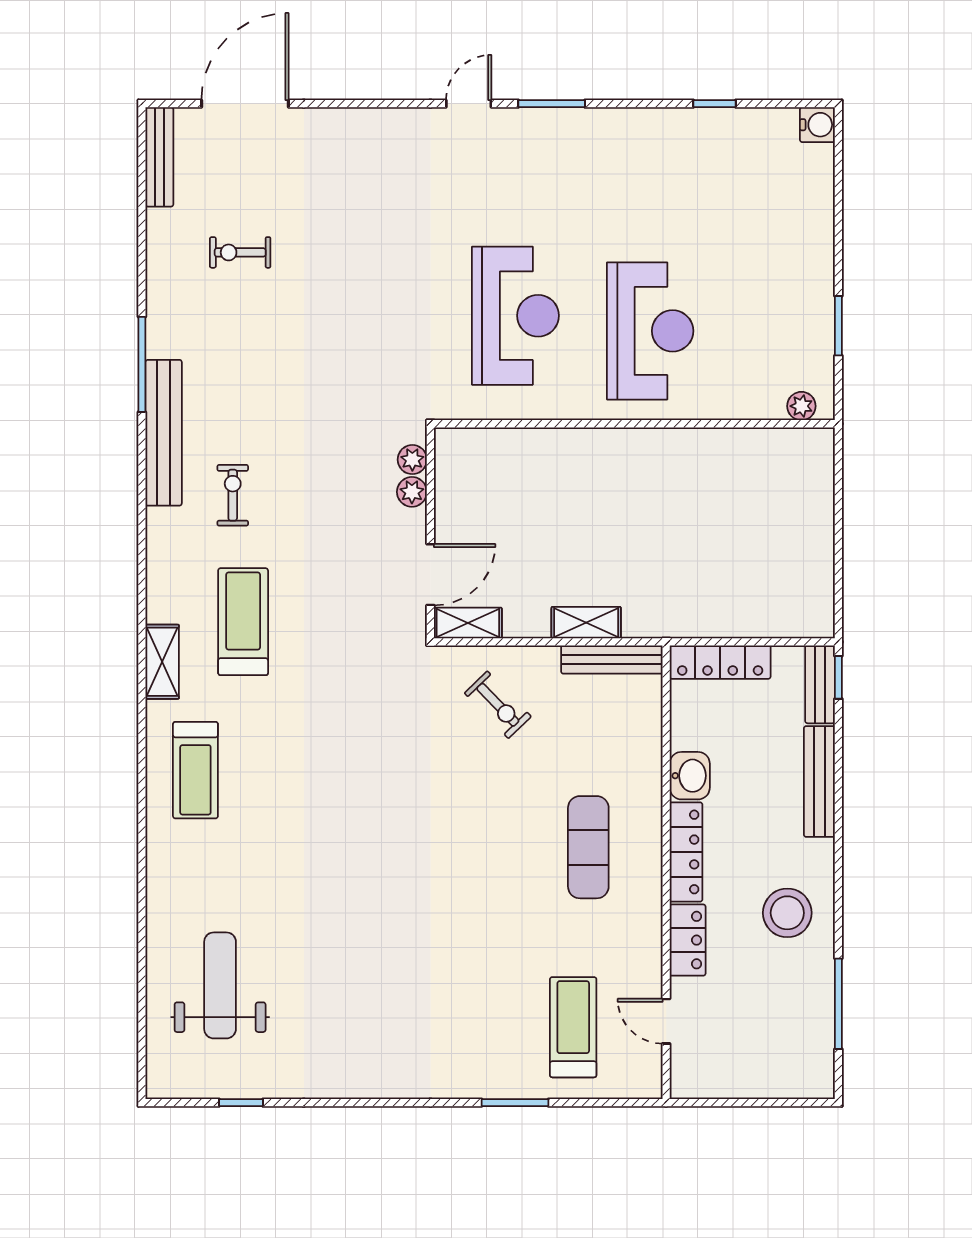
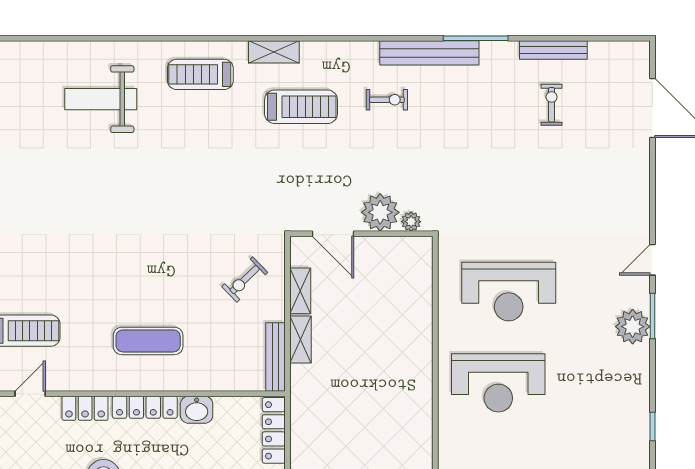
door: (469, 104) -> (652, 260), swing flipped
plant: (567, 133) -> (633, 327), added
bench: (159, 157) -> (553, 50), moved
plant: (412, 492) -> (380, 212), width x1.87, depth x1.87
shelving: (468, 623) -> (300, 291), moved
weight bench: (220, 985) -> (101, 99), moved, turned 180

